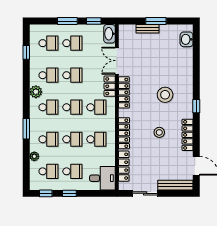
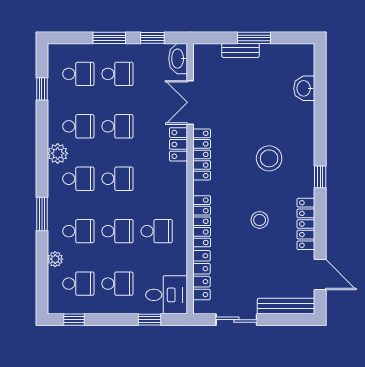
washbasin: (187, 39) -> (304, 88), moved
school desk: (96, 107) -> (157, 179), removed
window: (69, 193) -> (150, 320), moved

